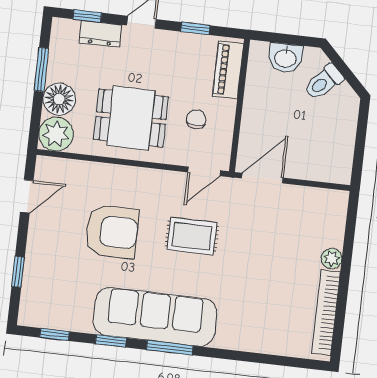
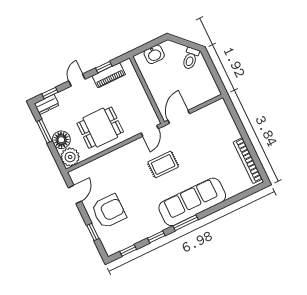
dresser: (100, 34) -> (47, 104), moved
piano: (228, 70) -> (109, 75), moved, turned -90
toilet: (324, 82) -> (191, 58), moved
chair: (196, 119) -> (131, 109), removed
armchair: (112, 231) -> (109, 211), moved
plant: (332, 259) -> (234, 134), removed
sofa: (155, 317) -> (192, 202), moved

